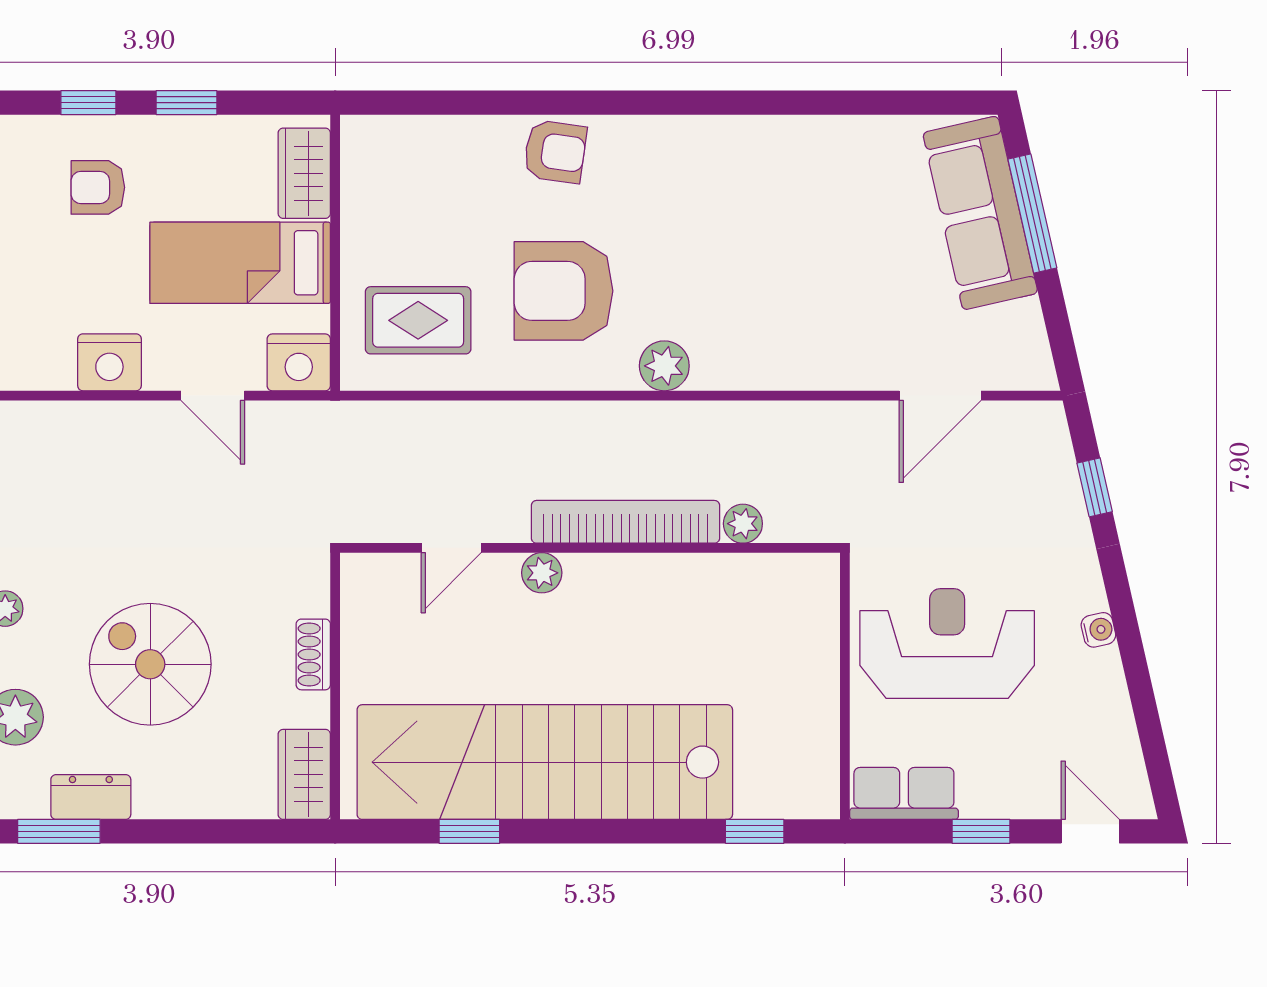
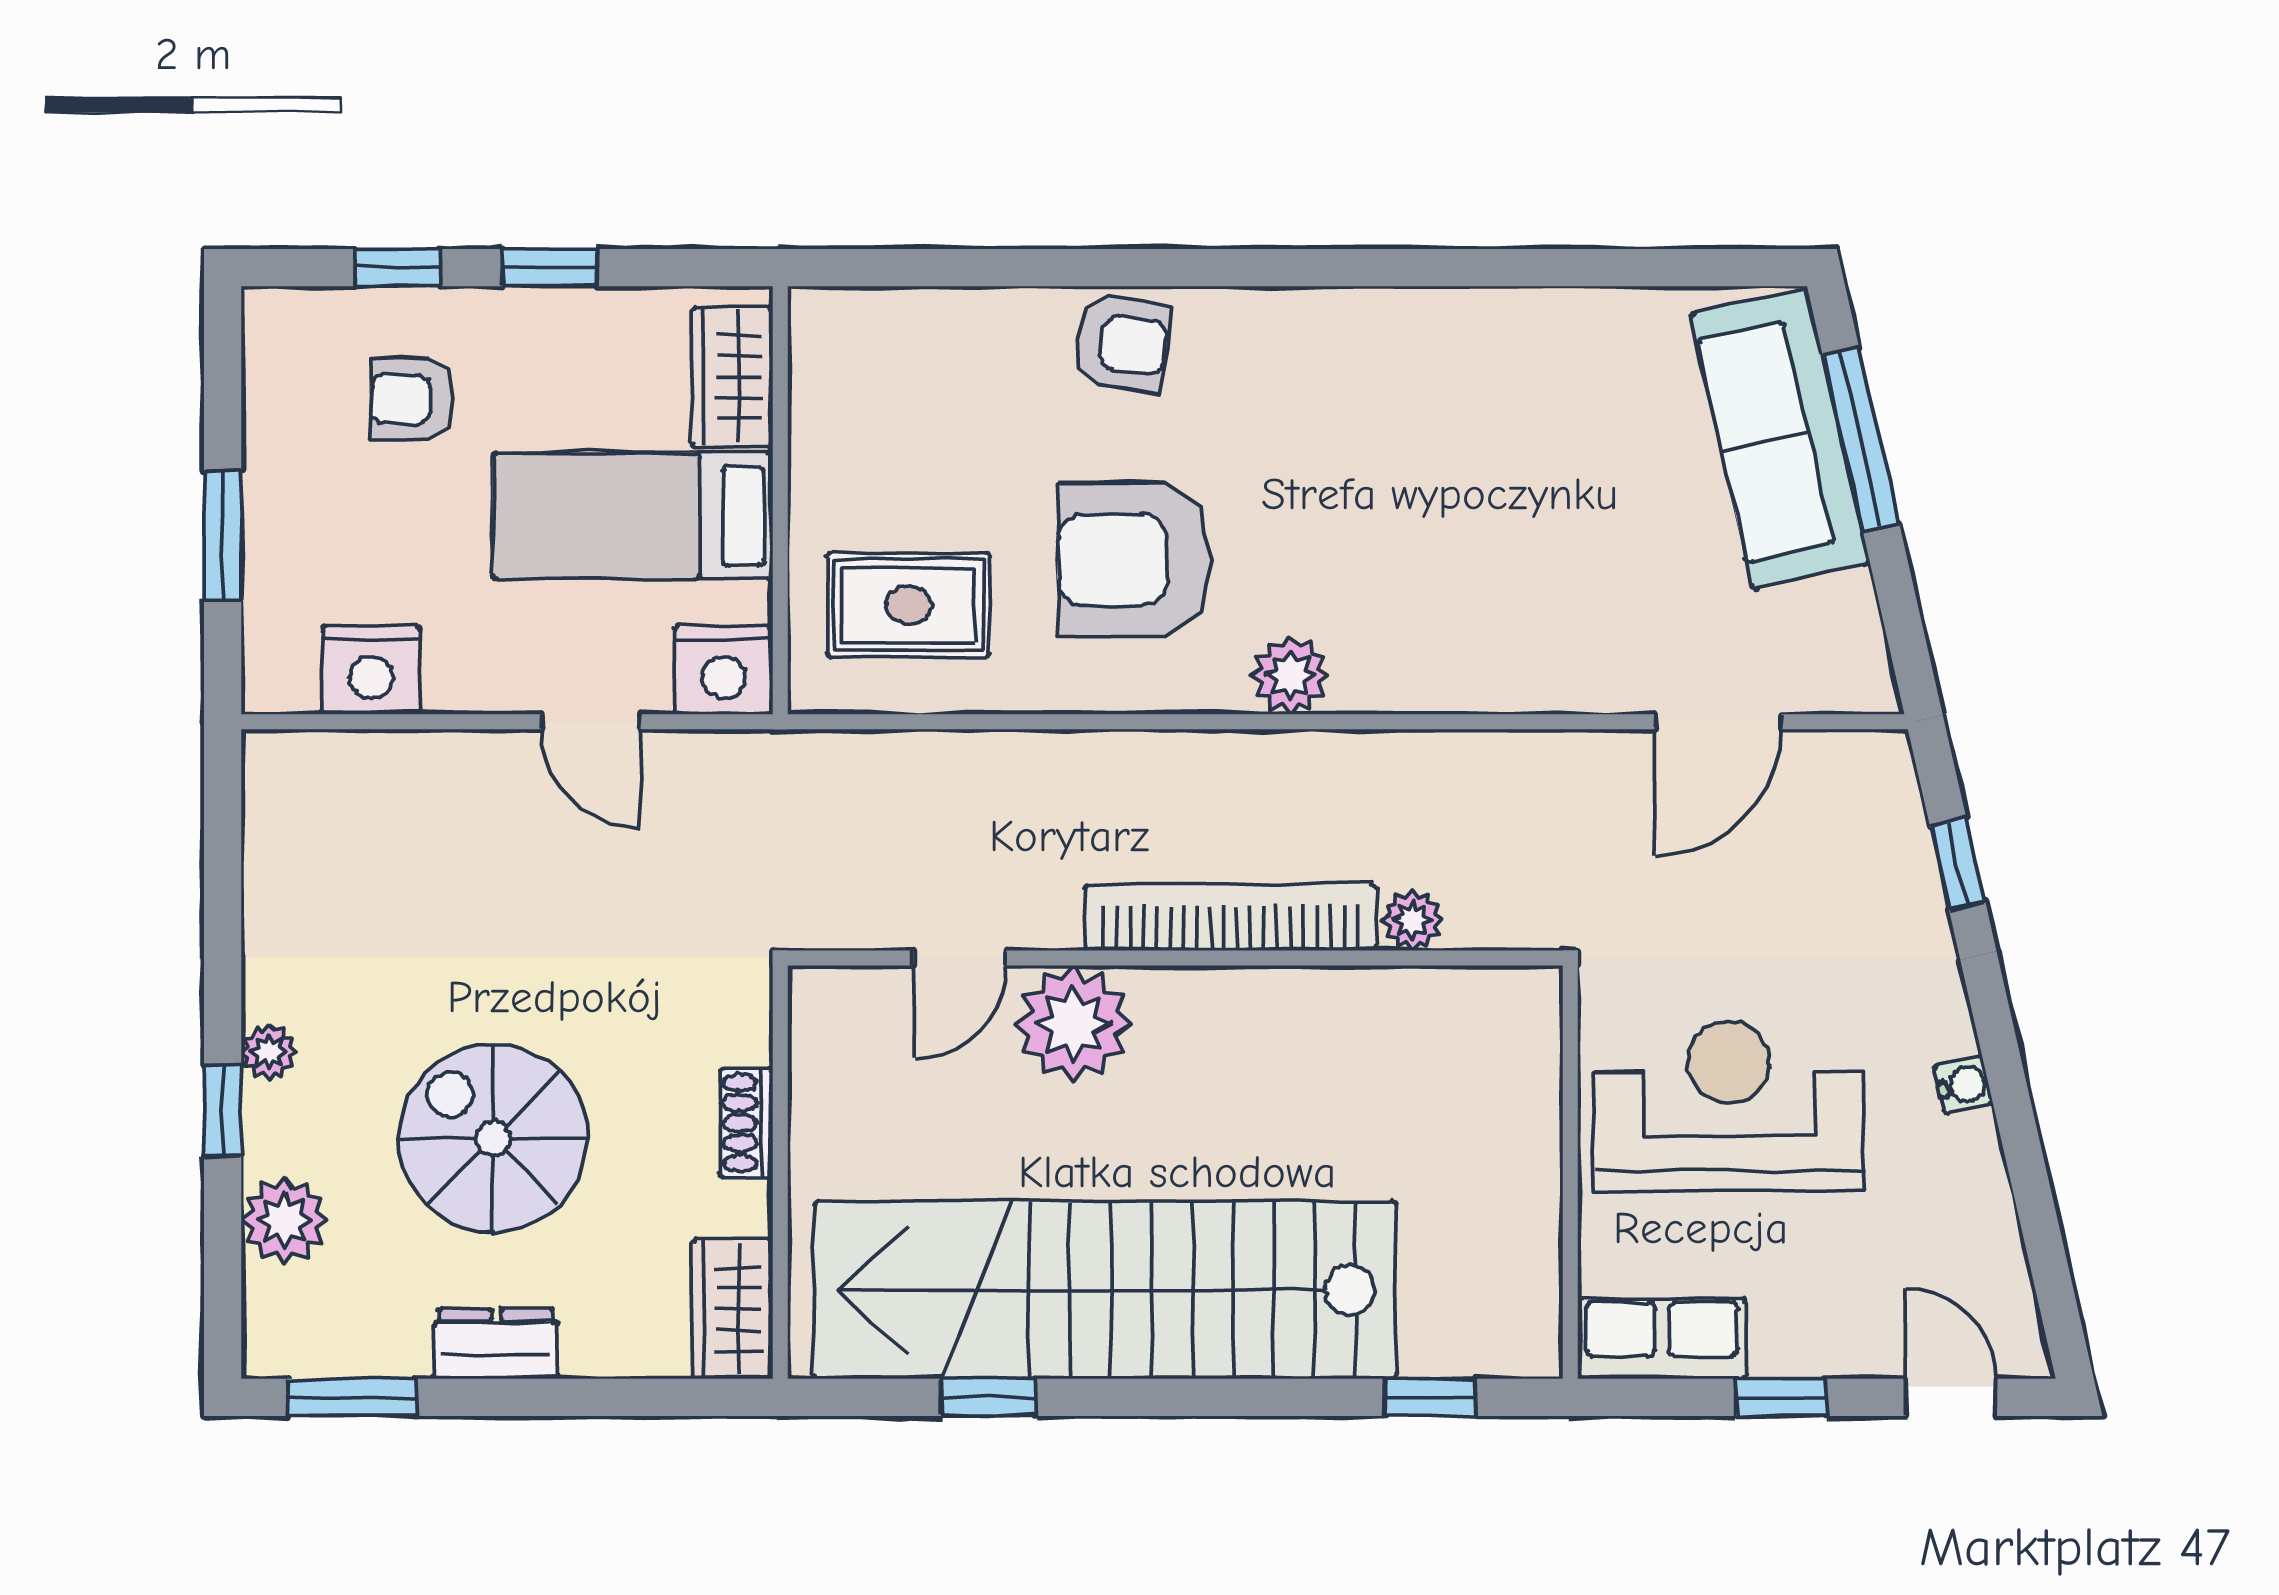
nightstand: (109, 362) -> (371, 670), moved
plant: (542, 573) -> (1073, 1024), width x1.88, depth x1.88
dresser: (91, 797) -> (496, 1344), moved

